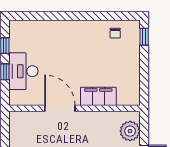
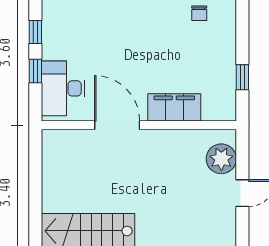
window: (144, 37) -> (242, 77), moved
desk: (23, 71) -> (63, 88), moved

